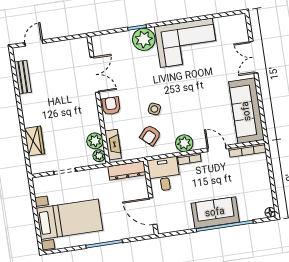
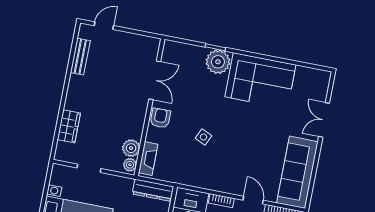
armchair: (150, 135) -> (190, 162), removed
plant: (184, 143) -> (222, 183), removed

